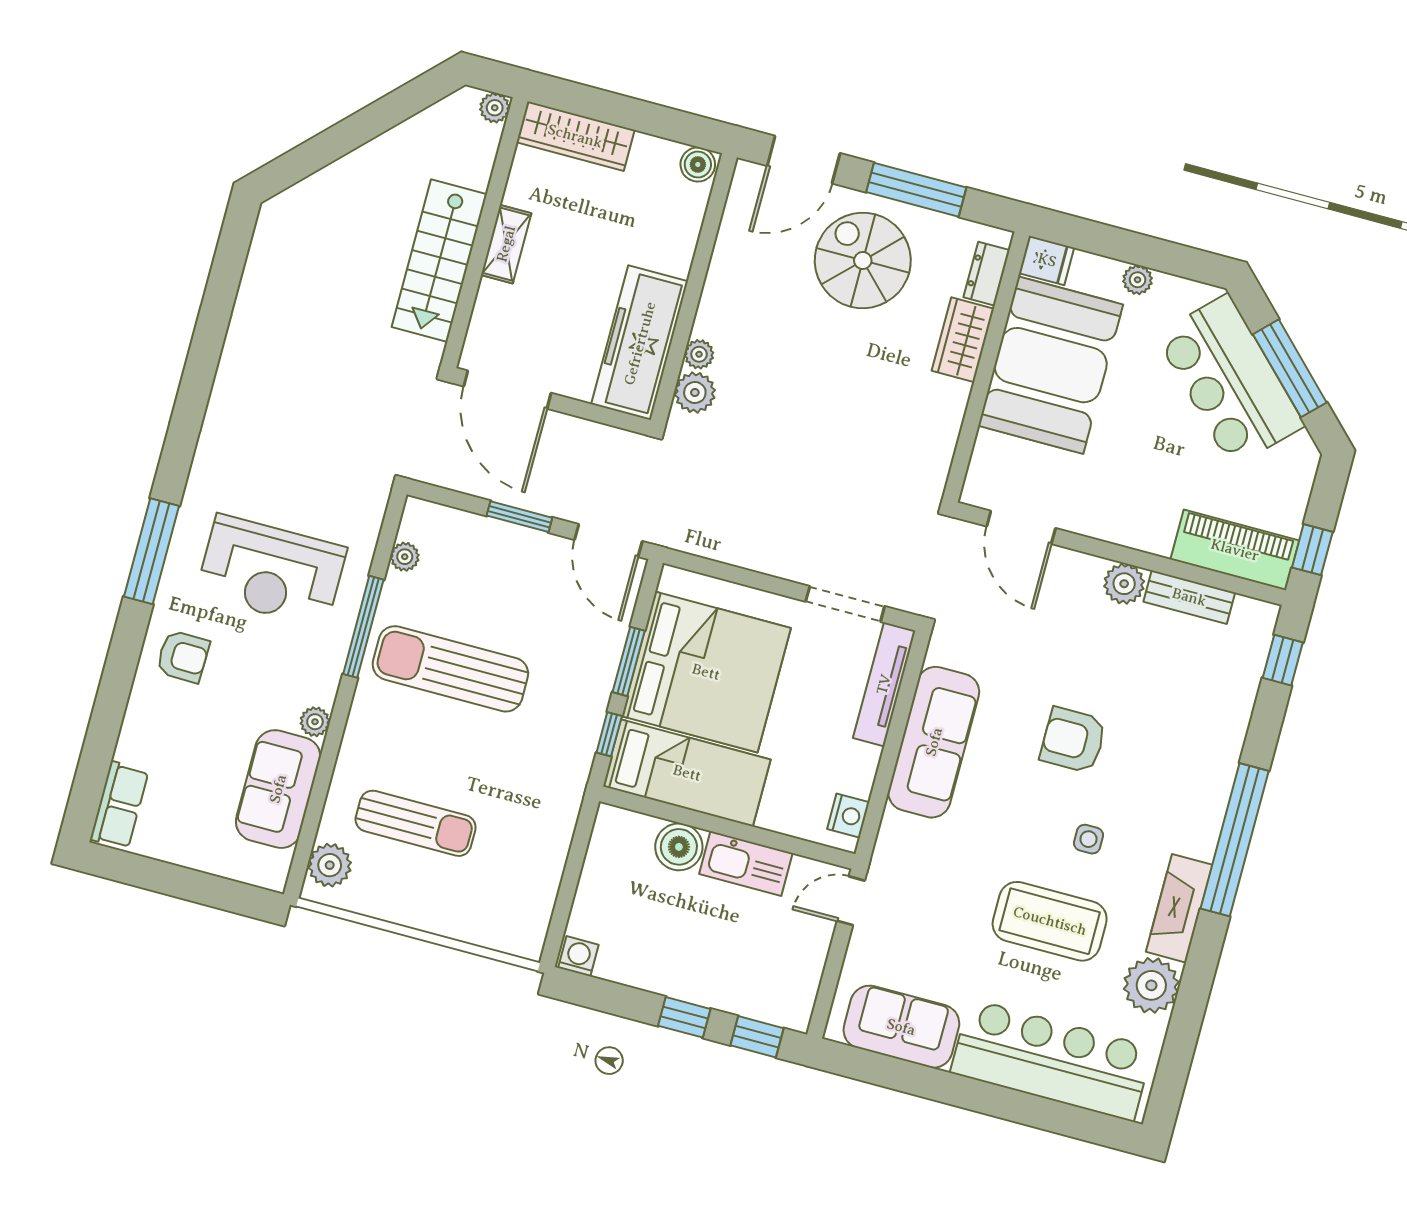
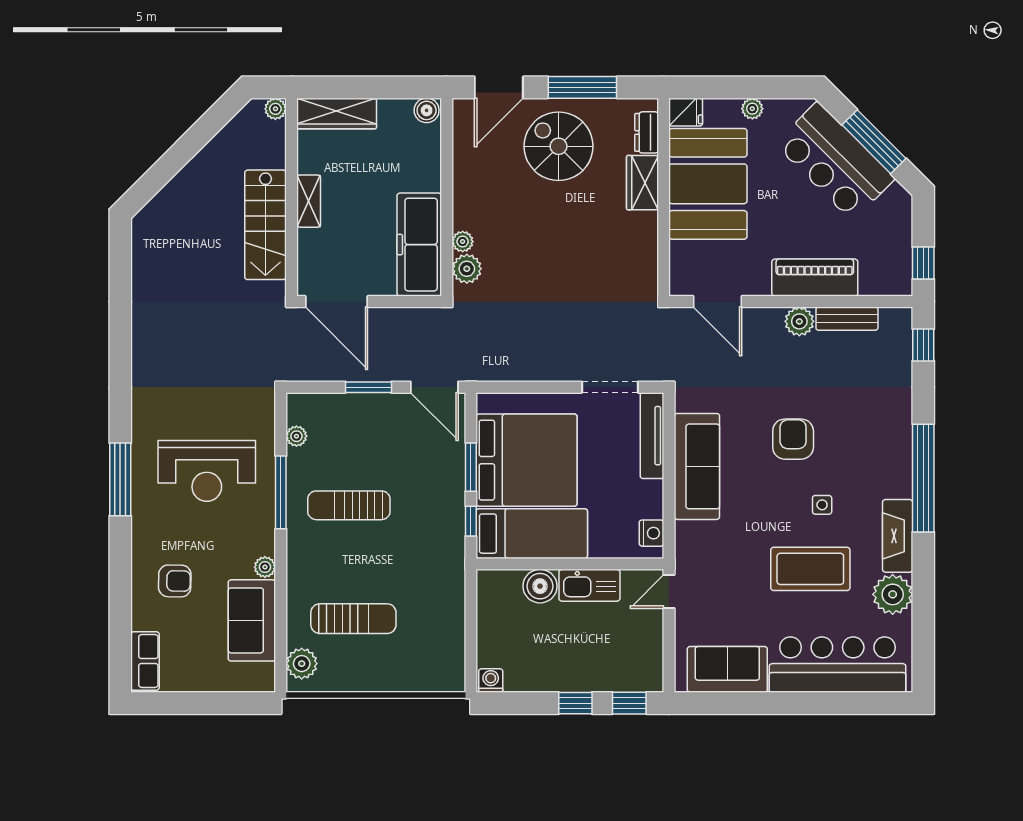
piano: (1235, 550) -> (815, 278), moved
armchair: (183, 656) -> (175, 581), moved
sun lounger: (450, 669) -> (349, 505), width x0.73, depth x0.75
armchair: (1073, 740) -> (793, 439), turned 90

